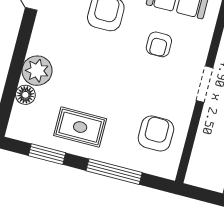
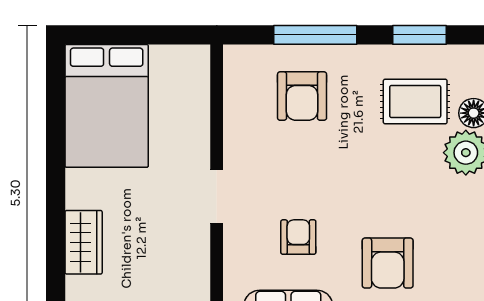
rug: (80, 127) -> (415, 102), moved
armchair: (156, 134) -> (302, 96), moved

